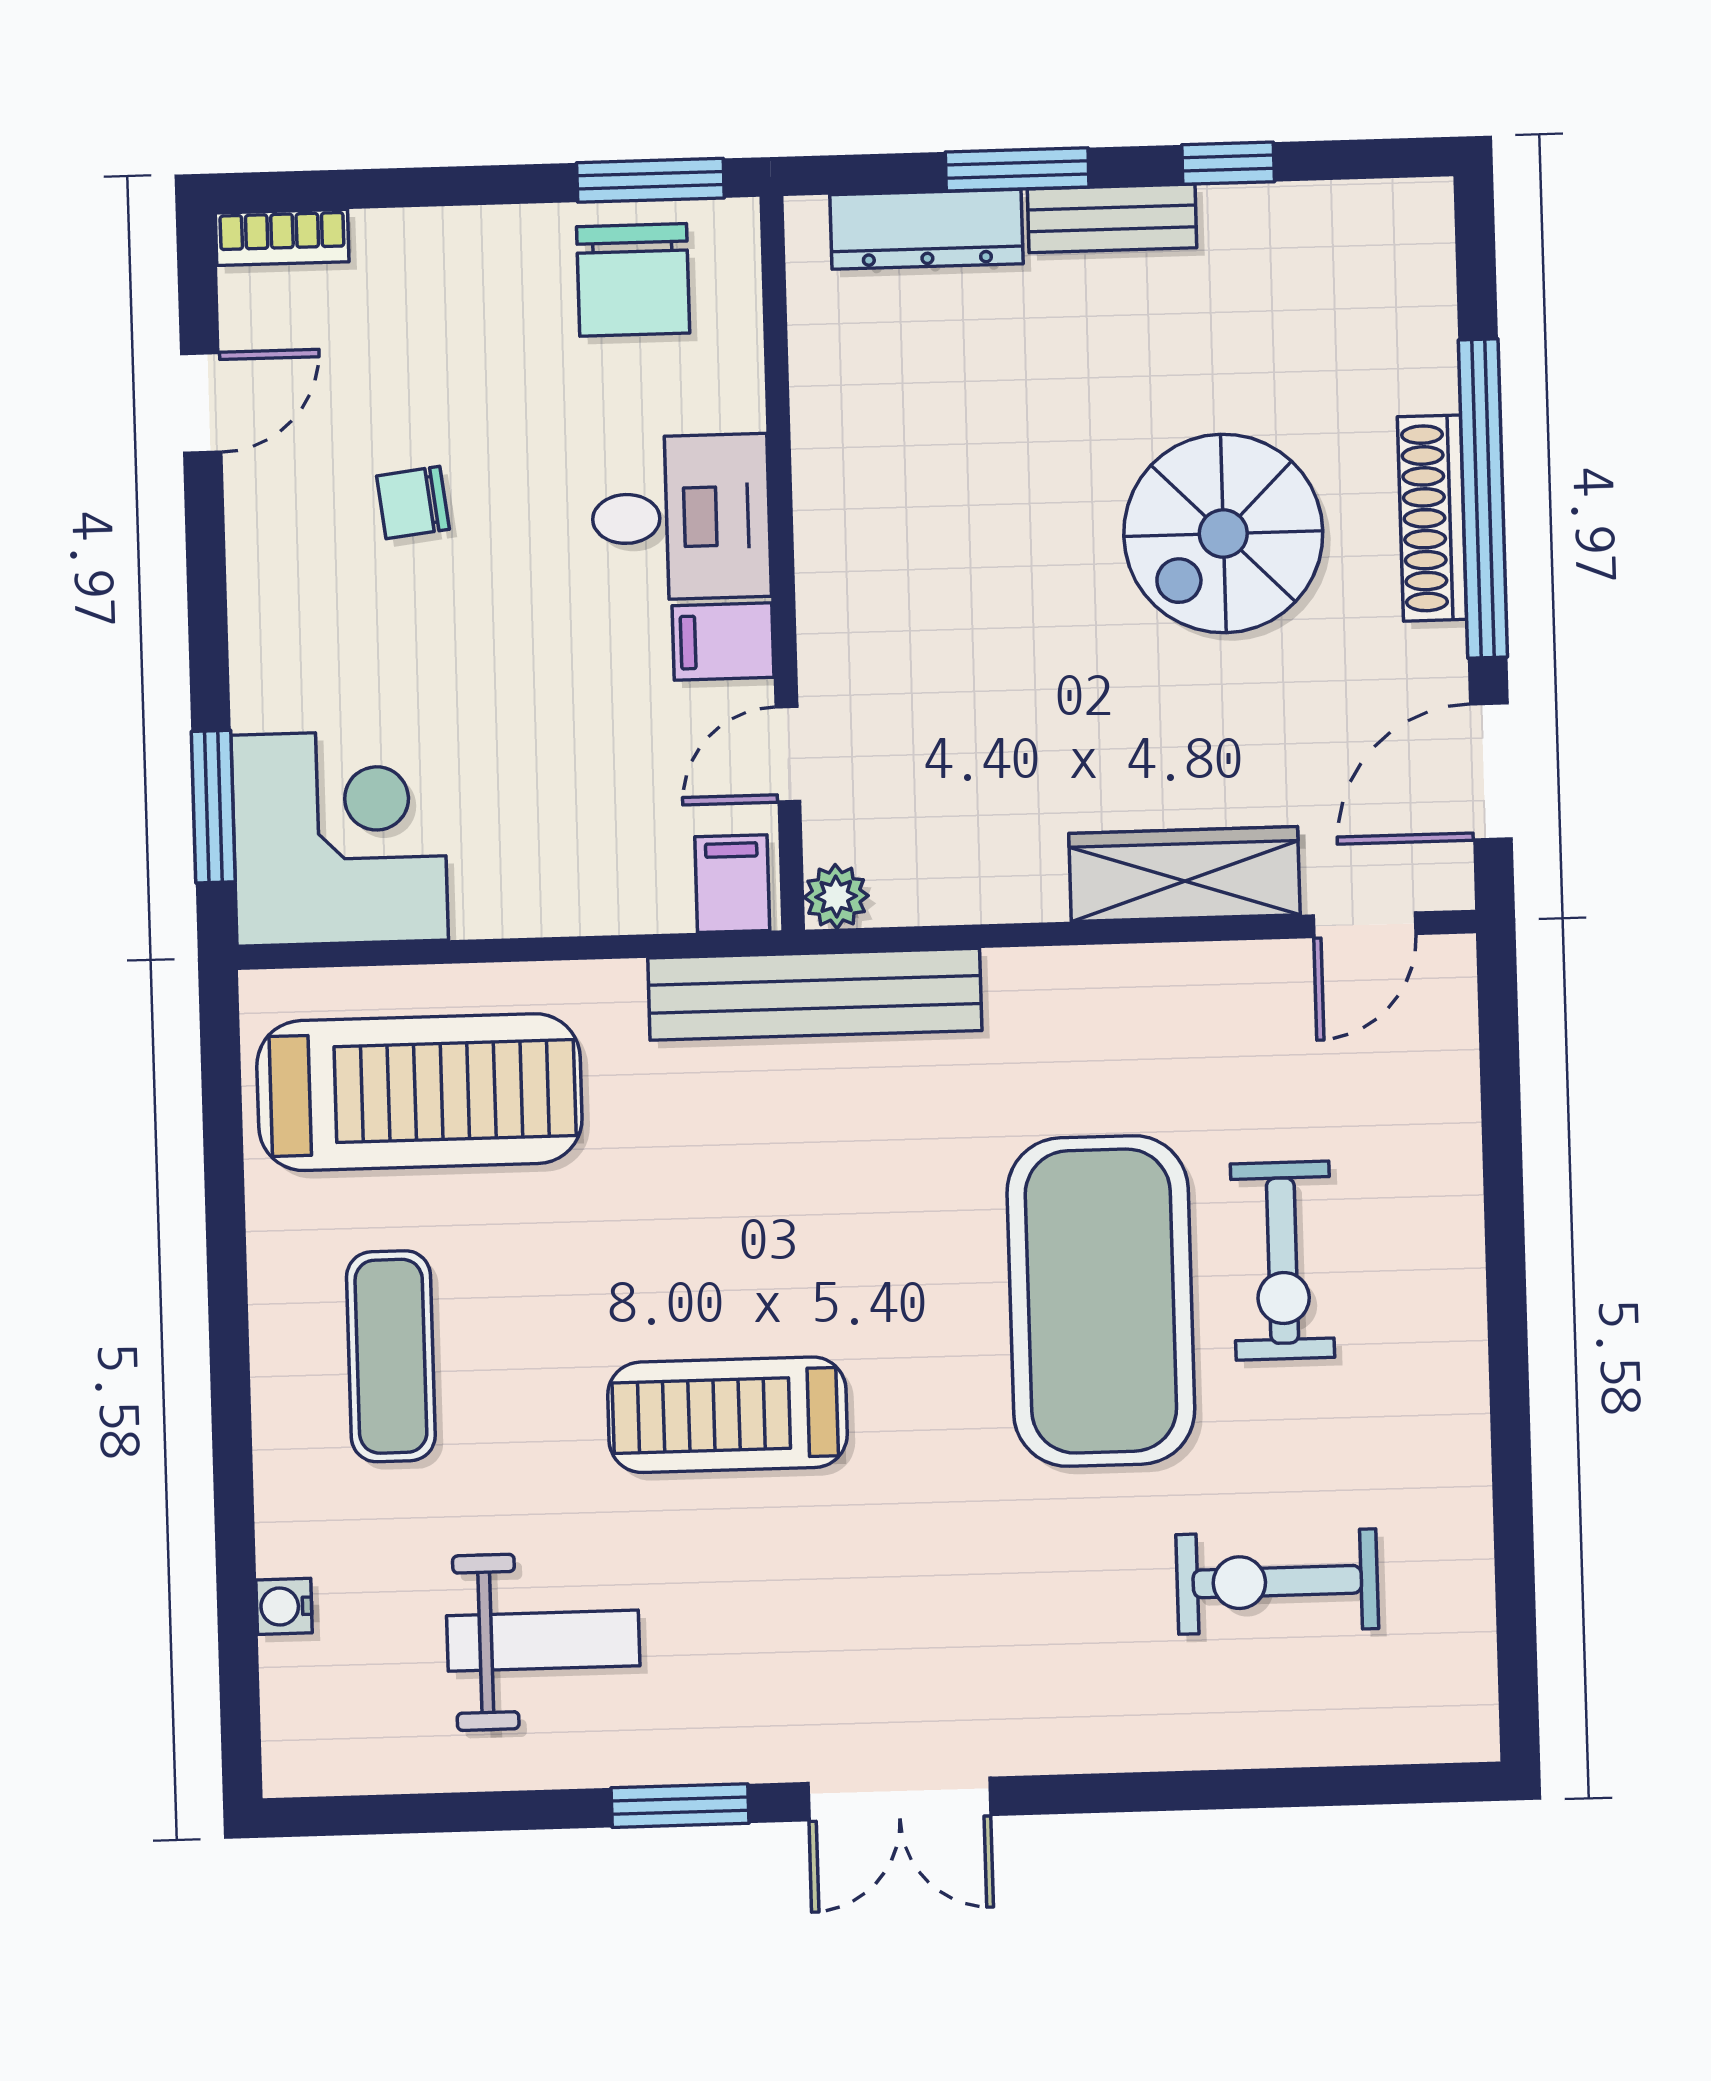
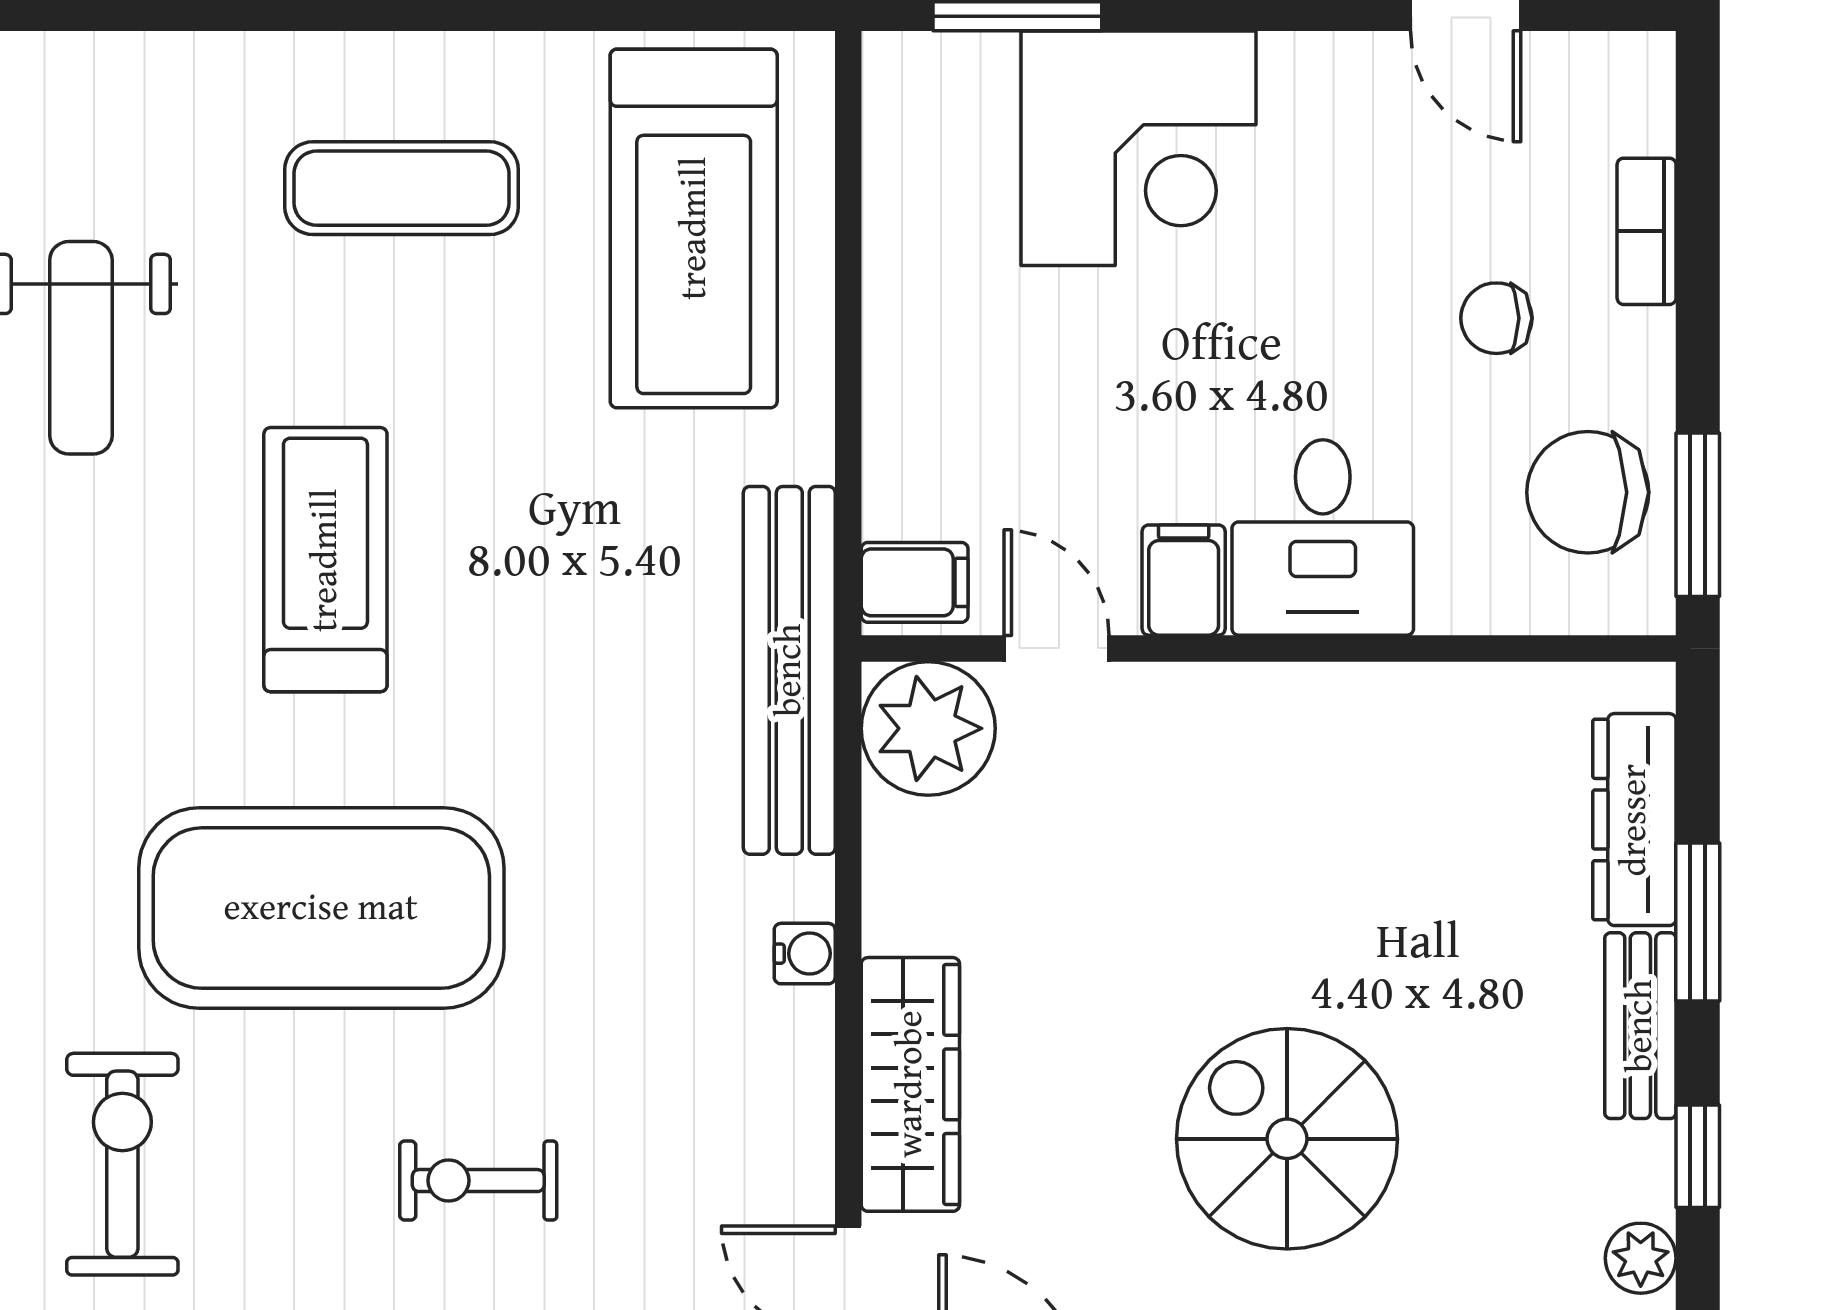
plant: (1321, 212) -> (1641, 1258), added
bookcase: (282, 237) -> (1647, 231), moved
chair: (413, 503) -> (1496, 318), moved, turned -83
corner desk: (340, 838) -> (1139, 148), moved
plant: (836, 896) -> (928, 728), width x1.88, depth x1.88
exercise bike: (1283, 1261) -> (478, 1181), width x0.73, depth x0.72
exercise mat: (1101, 1301) -> (321, 908), moved
water cooler: (284, 1606) -> (805, 954), moved, turned 90

